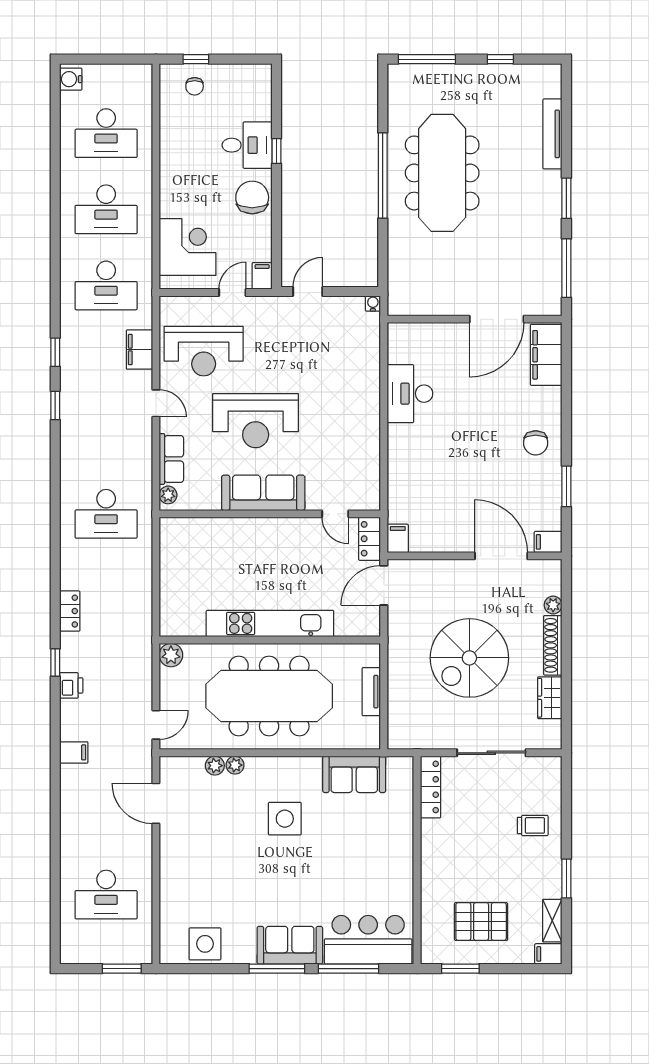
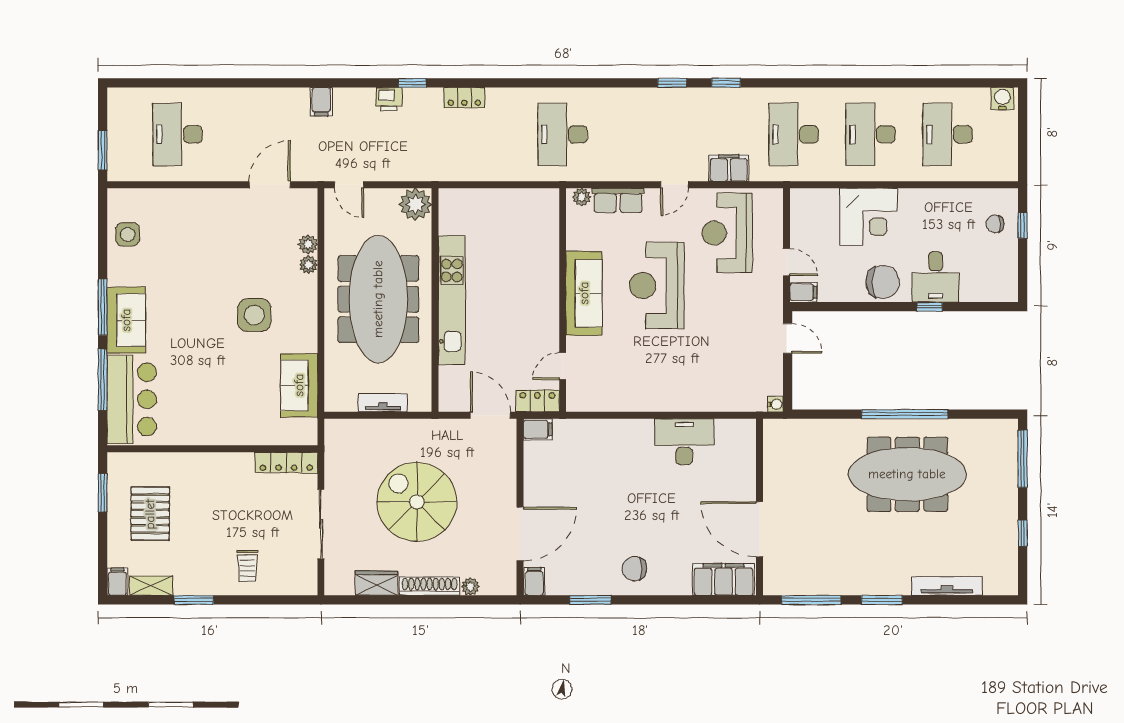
corner desk: (188, 247) -> (869, 217), moved
plant: (171, 655) -> (415, 204), width x1.36, depth x1.36
side table: (205, 944) -> (128, 234), width x0.73, depth x0.73

